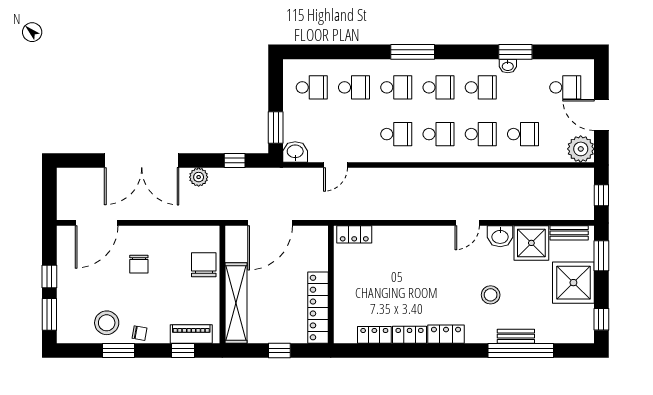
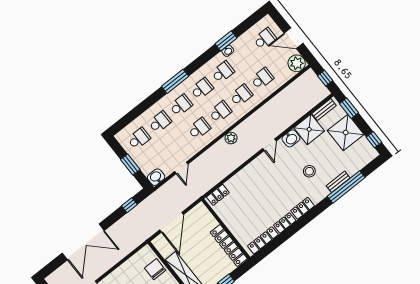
window: (276, 127) -> (130, 164), moved
plant: (199, 177) -> (231, 138), moved
locker: (374, 335) -> (263, 240), width x1.53

